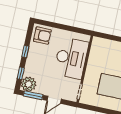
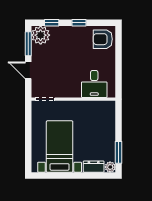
armchair: (42, 36) -> (103, 39), turned 90
desk: (71, 58) -> (94, 84), width x0.53, depth x0.77

